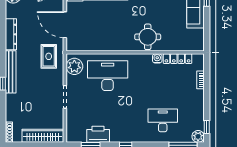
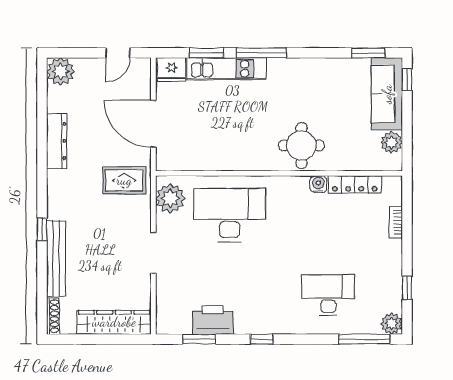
plant: (198, 35) -> (391, 142), added
rug: (49, 56) -> (124, 180), turned 90
bench: (11, 72) -> (56, 258), moved
window: (207, 127) -> (407, 288), moved

